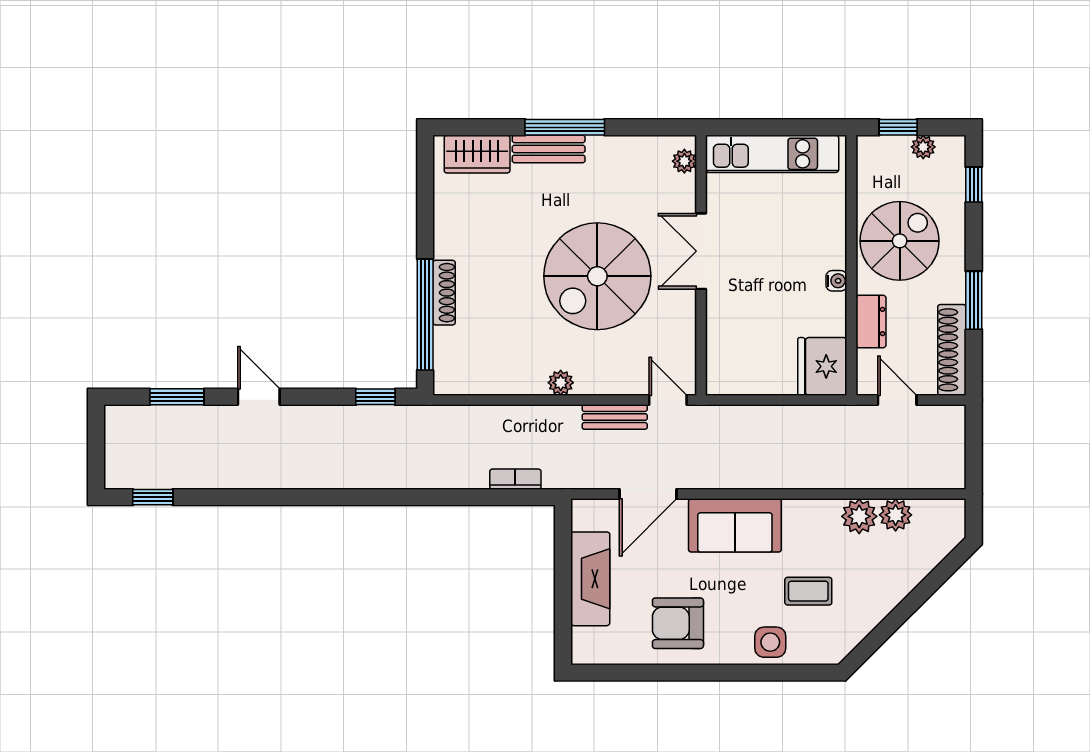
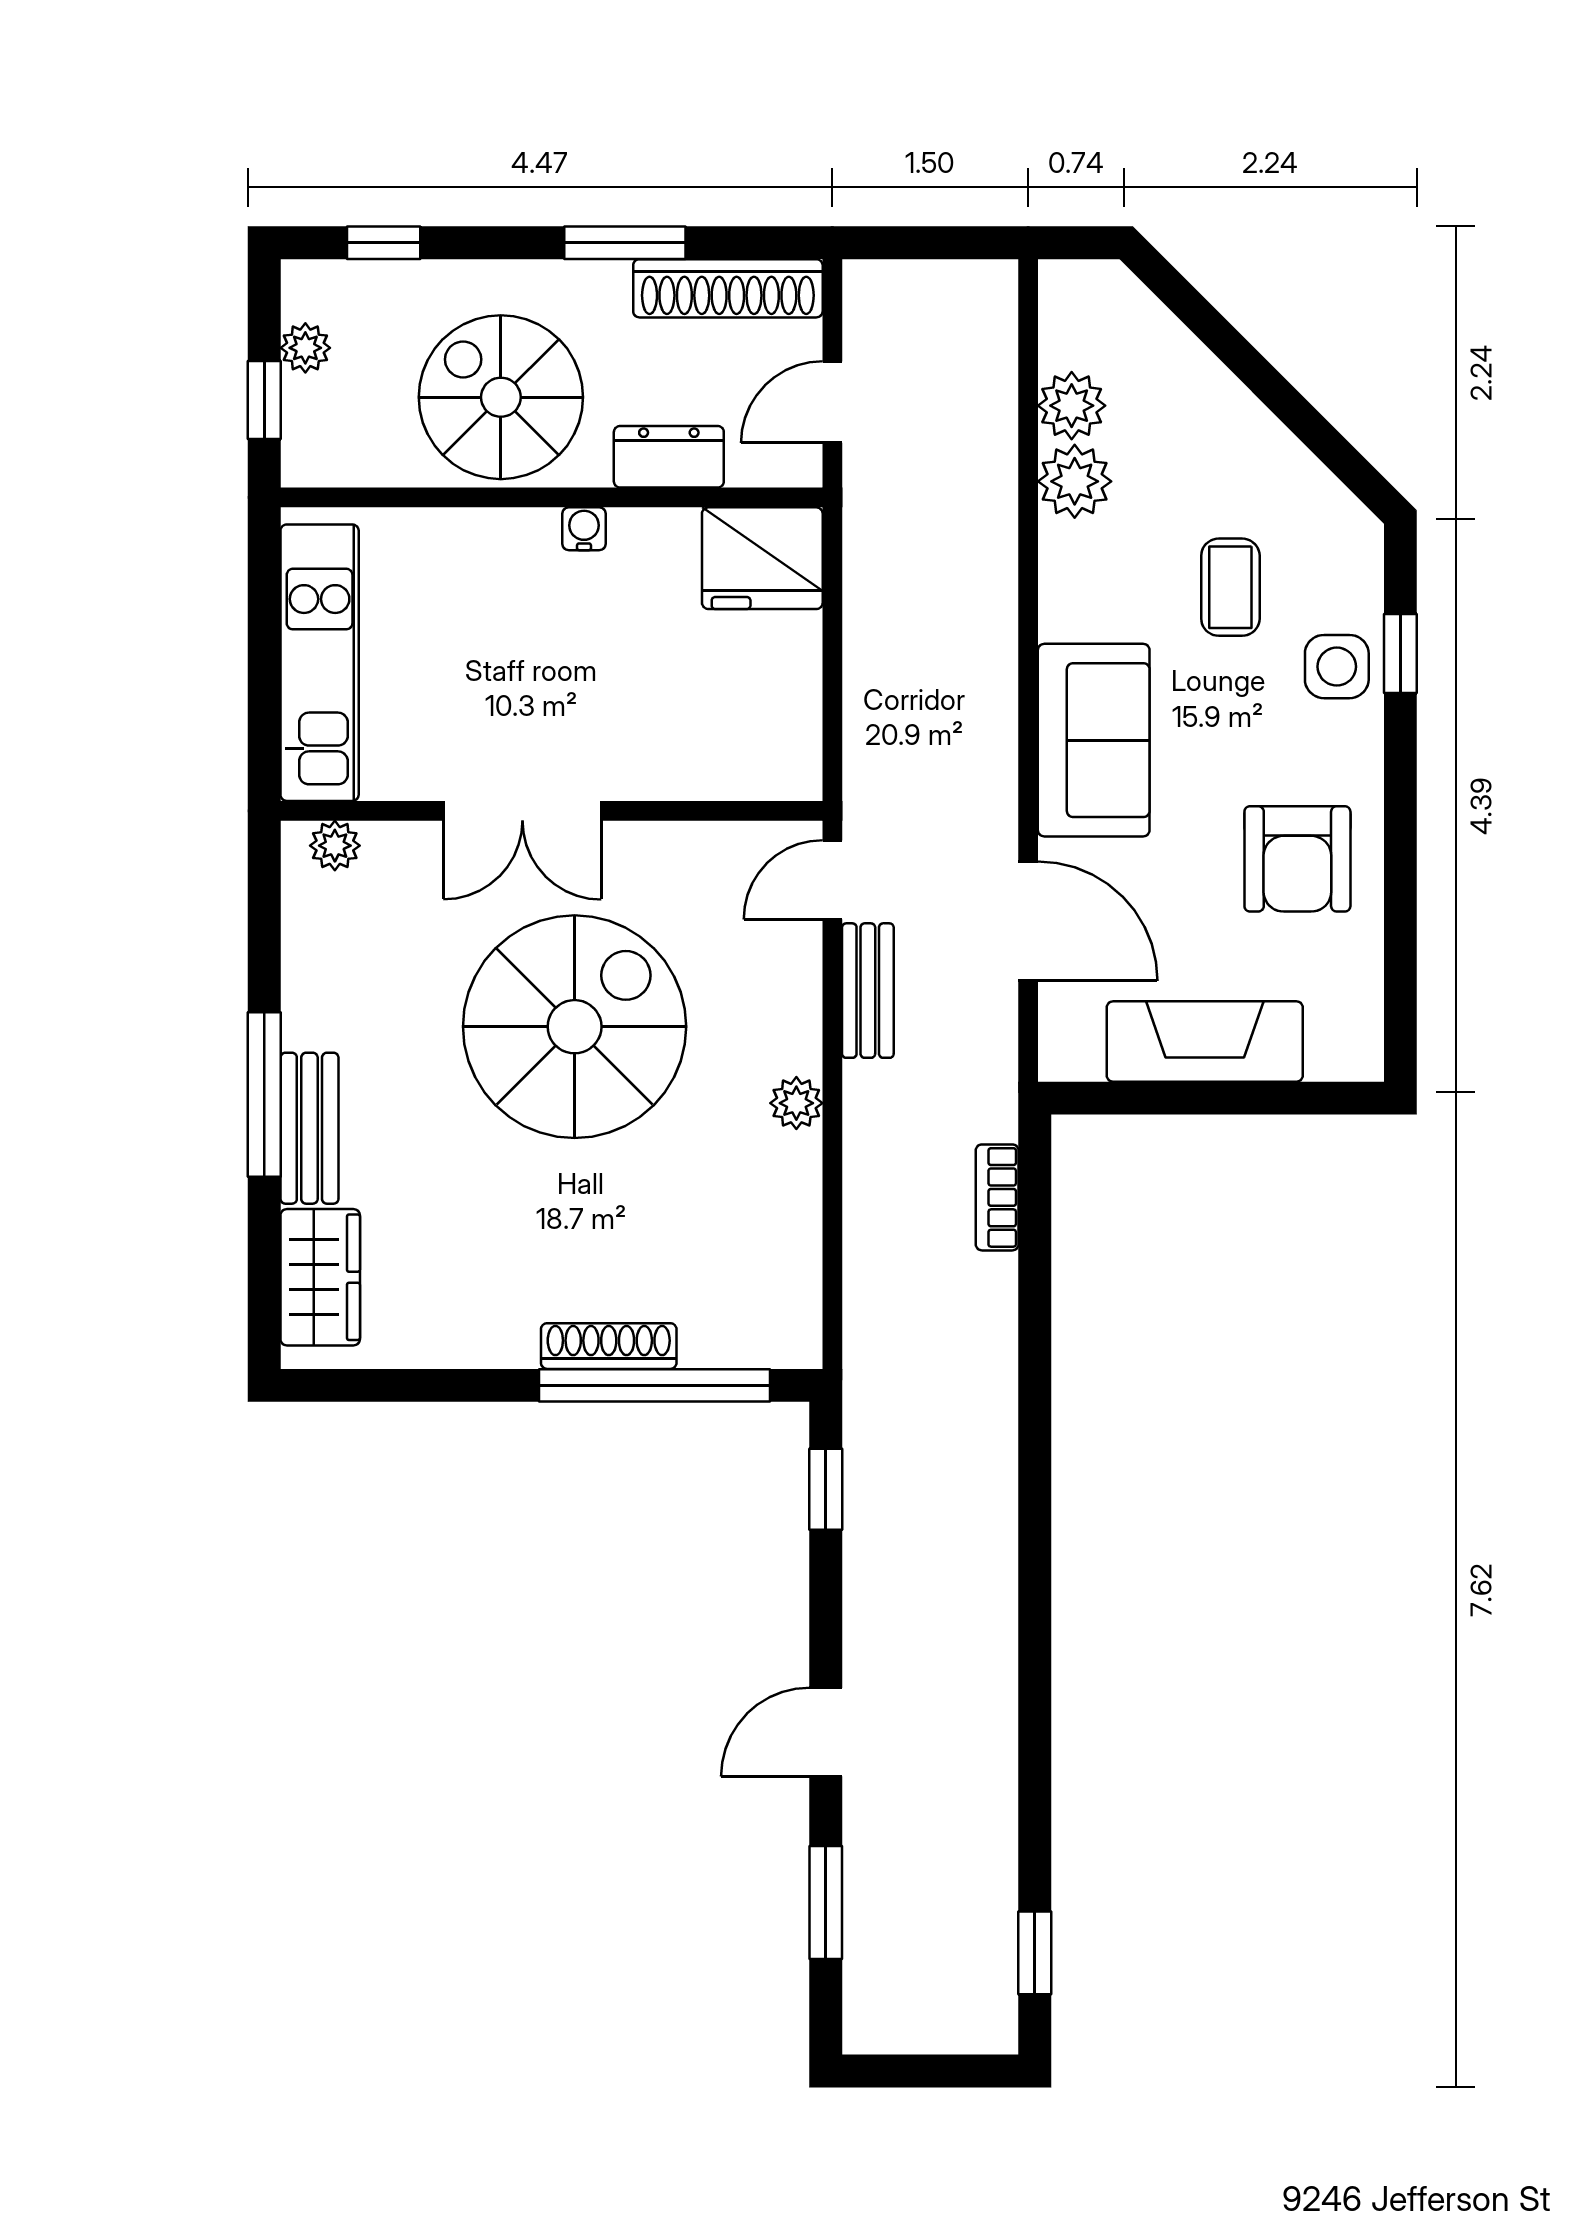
spiral stairs: (597, 276) -> (575, 1027), turned -90
window: (776, 673) -> (1400, 654), added

